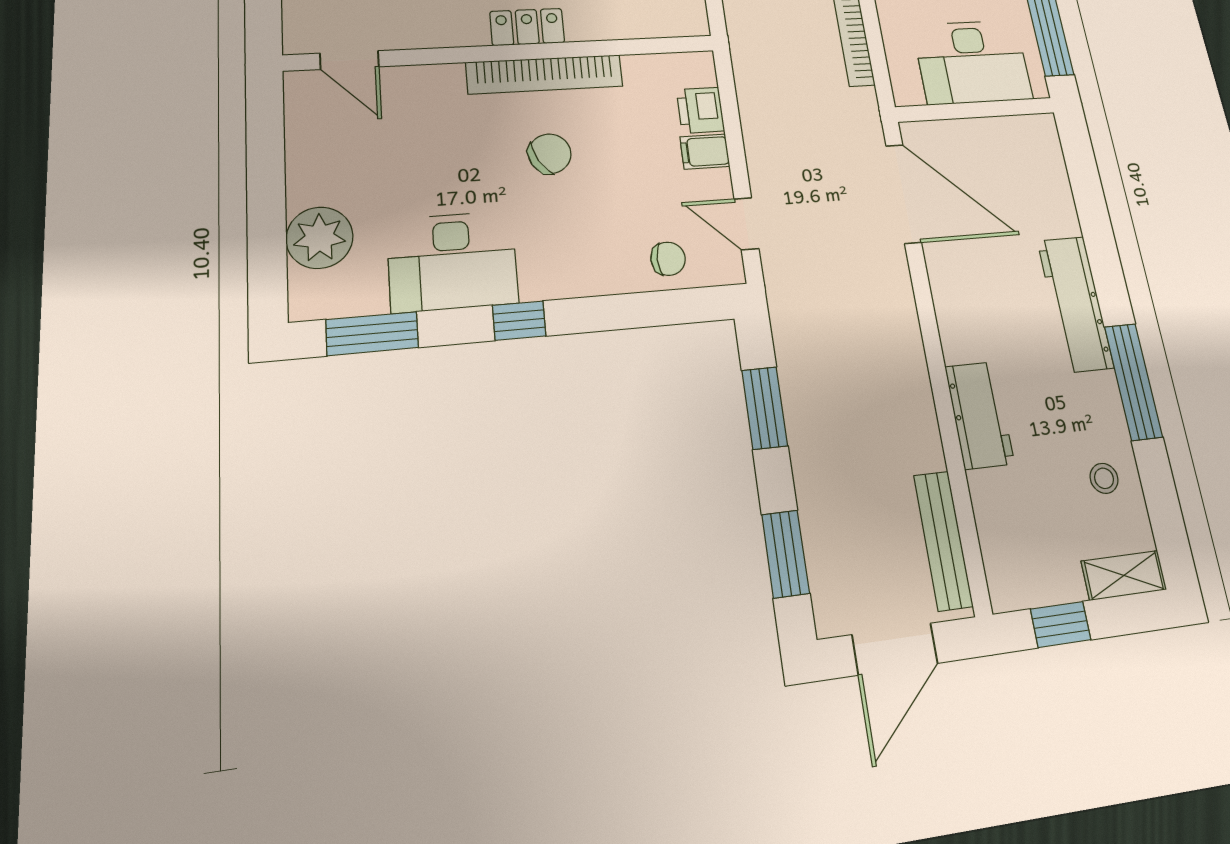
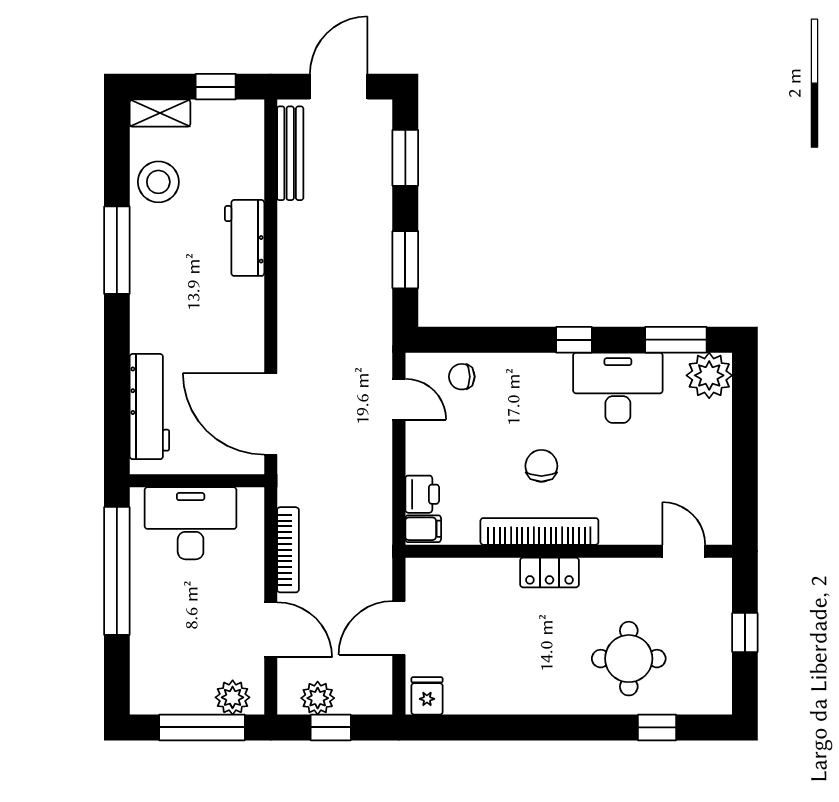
filing cabinet: (705, 152) -> (423, 529), moved
chair: (550, 154) -> (541, 466), turned 119
plant: (320, 238) -> (709, 375), moved
workbench: (1075, 304) -> (149, 407), moved
stool: (1104, 478) -> (158, 182), width x1.89, depth x1.89

